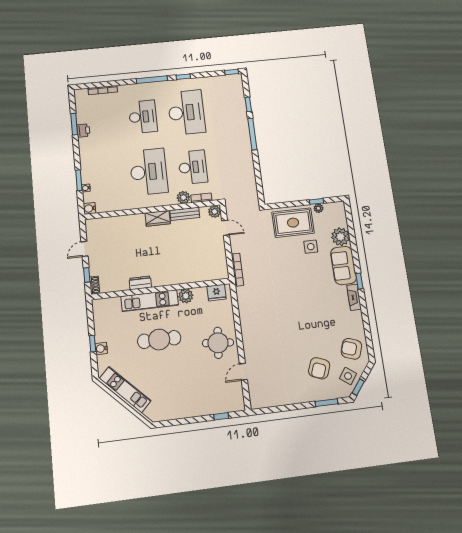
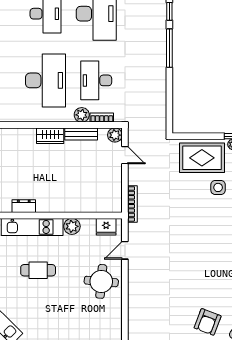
desk: (193, 167) -> (96, 80), turned 180
cafe table: (159, 340) -> (38, 270), width x0.73, depth x0.74
door: (243, 372) -> (125, 250), moved

